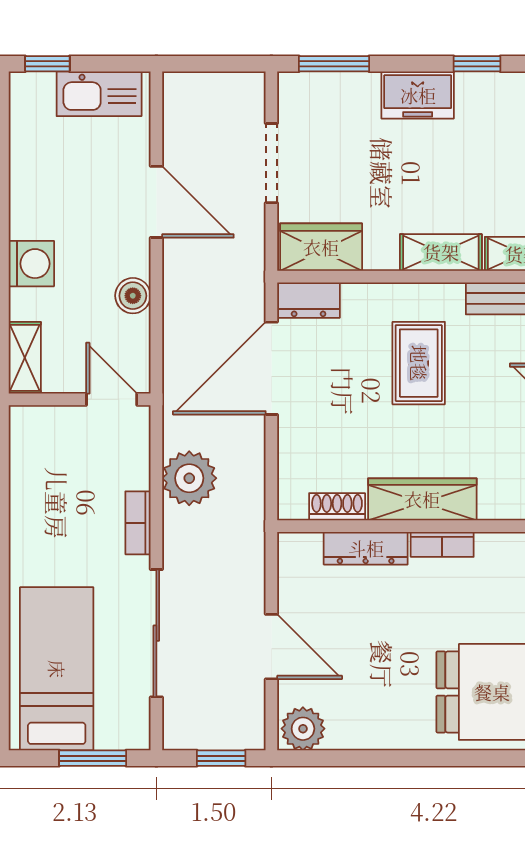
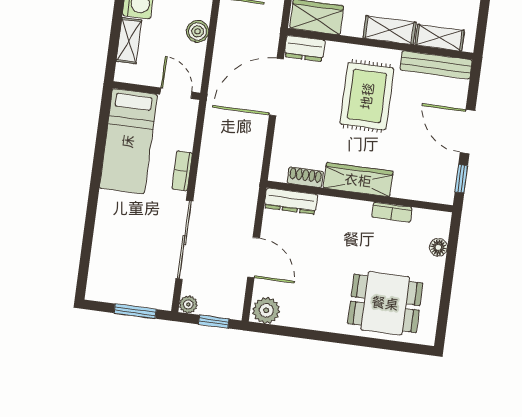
shelving: (25, 358) -> (129, 41), moved
rug: (419, 363) -> (367, 96), width x1.36, depth x1.43
plant: (189, 478) -> (188, 304), moved, width x0.53, depth x0.53
bookcase: (442, 544) -> (392, 212), moved
dresser: (366, 548) -> (291, 201), moved
bed: (57, 669) -> (128, 141), moved, turned 180

